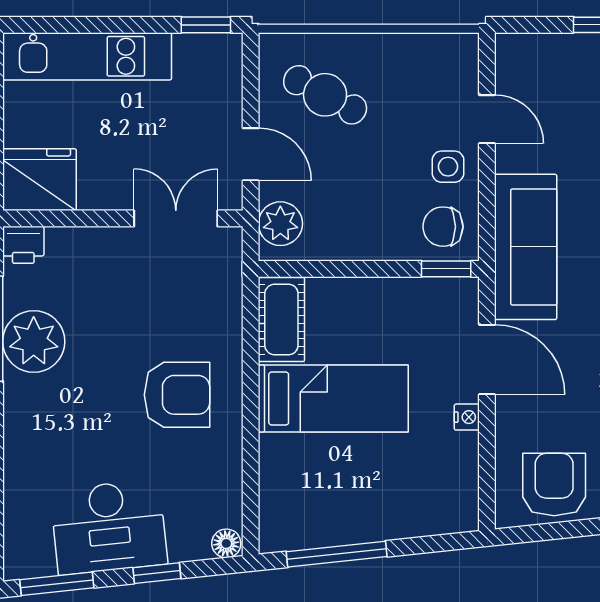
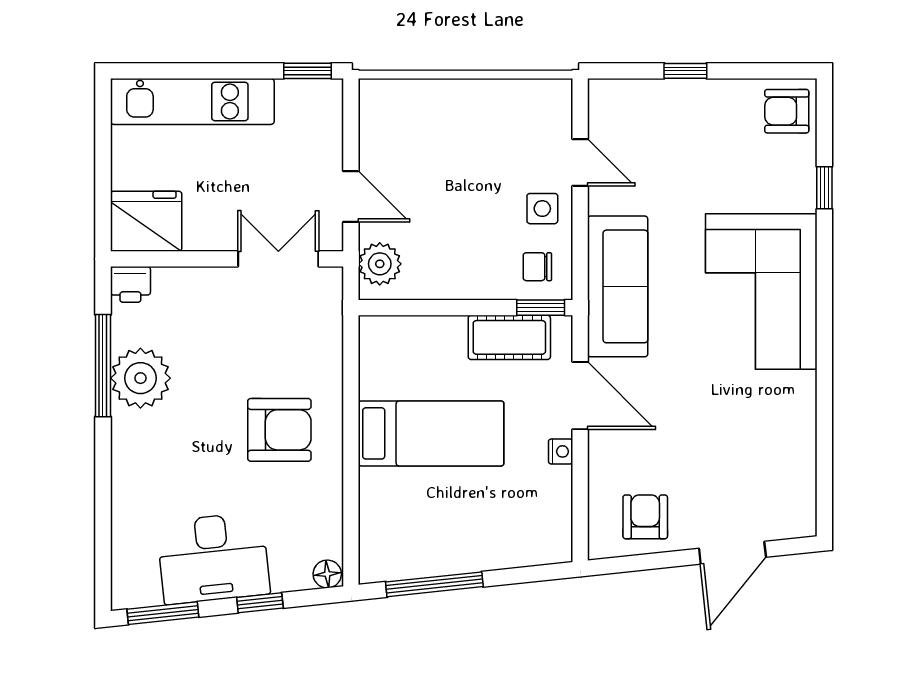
cafe table: (325, 95) -> (423, 139), removed
chair: (443, 227) -> (537, 267), width x0.73, depth x0.73
cot: (281, 319) -> (509, 337), moved, turned 90
armchair: (554, 484) -> (645, 517), width x0.72, depth x0.72

